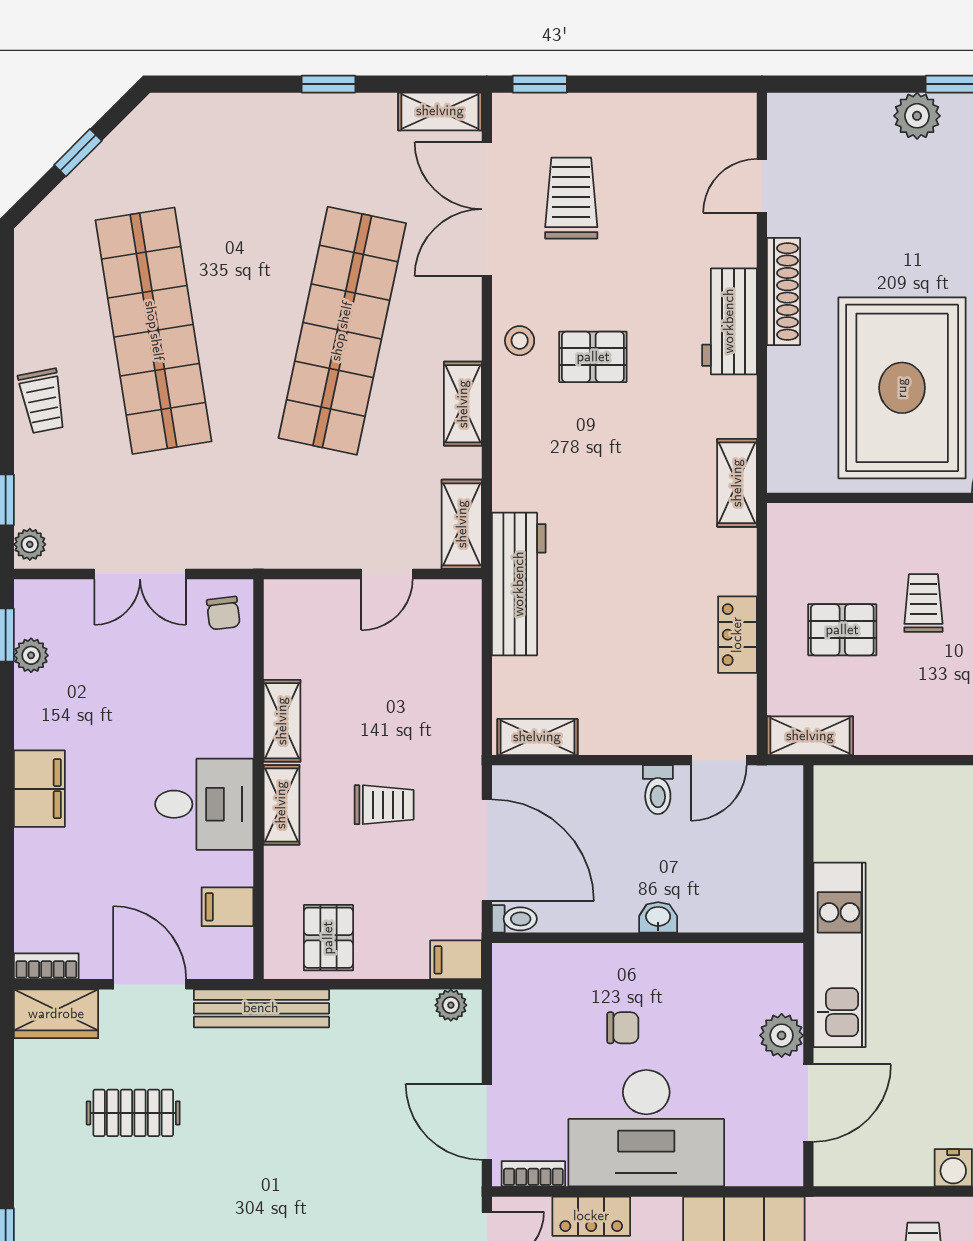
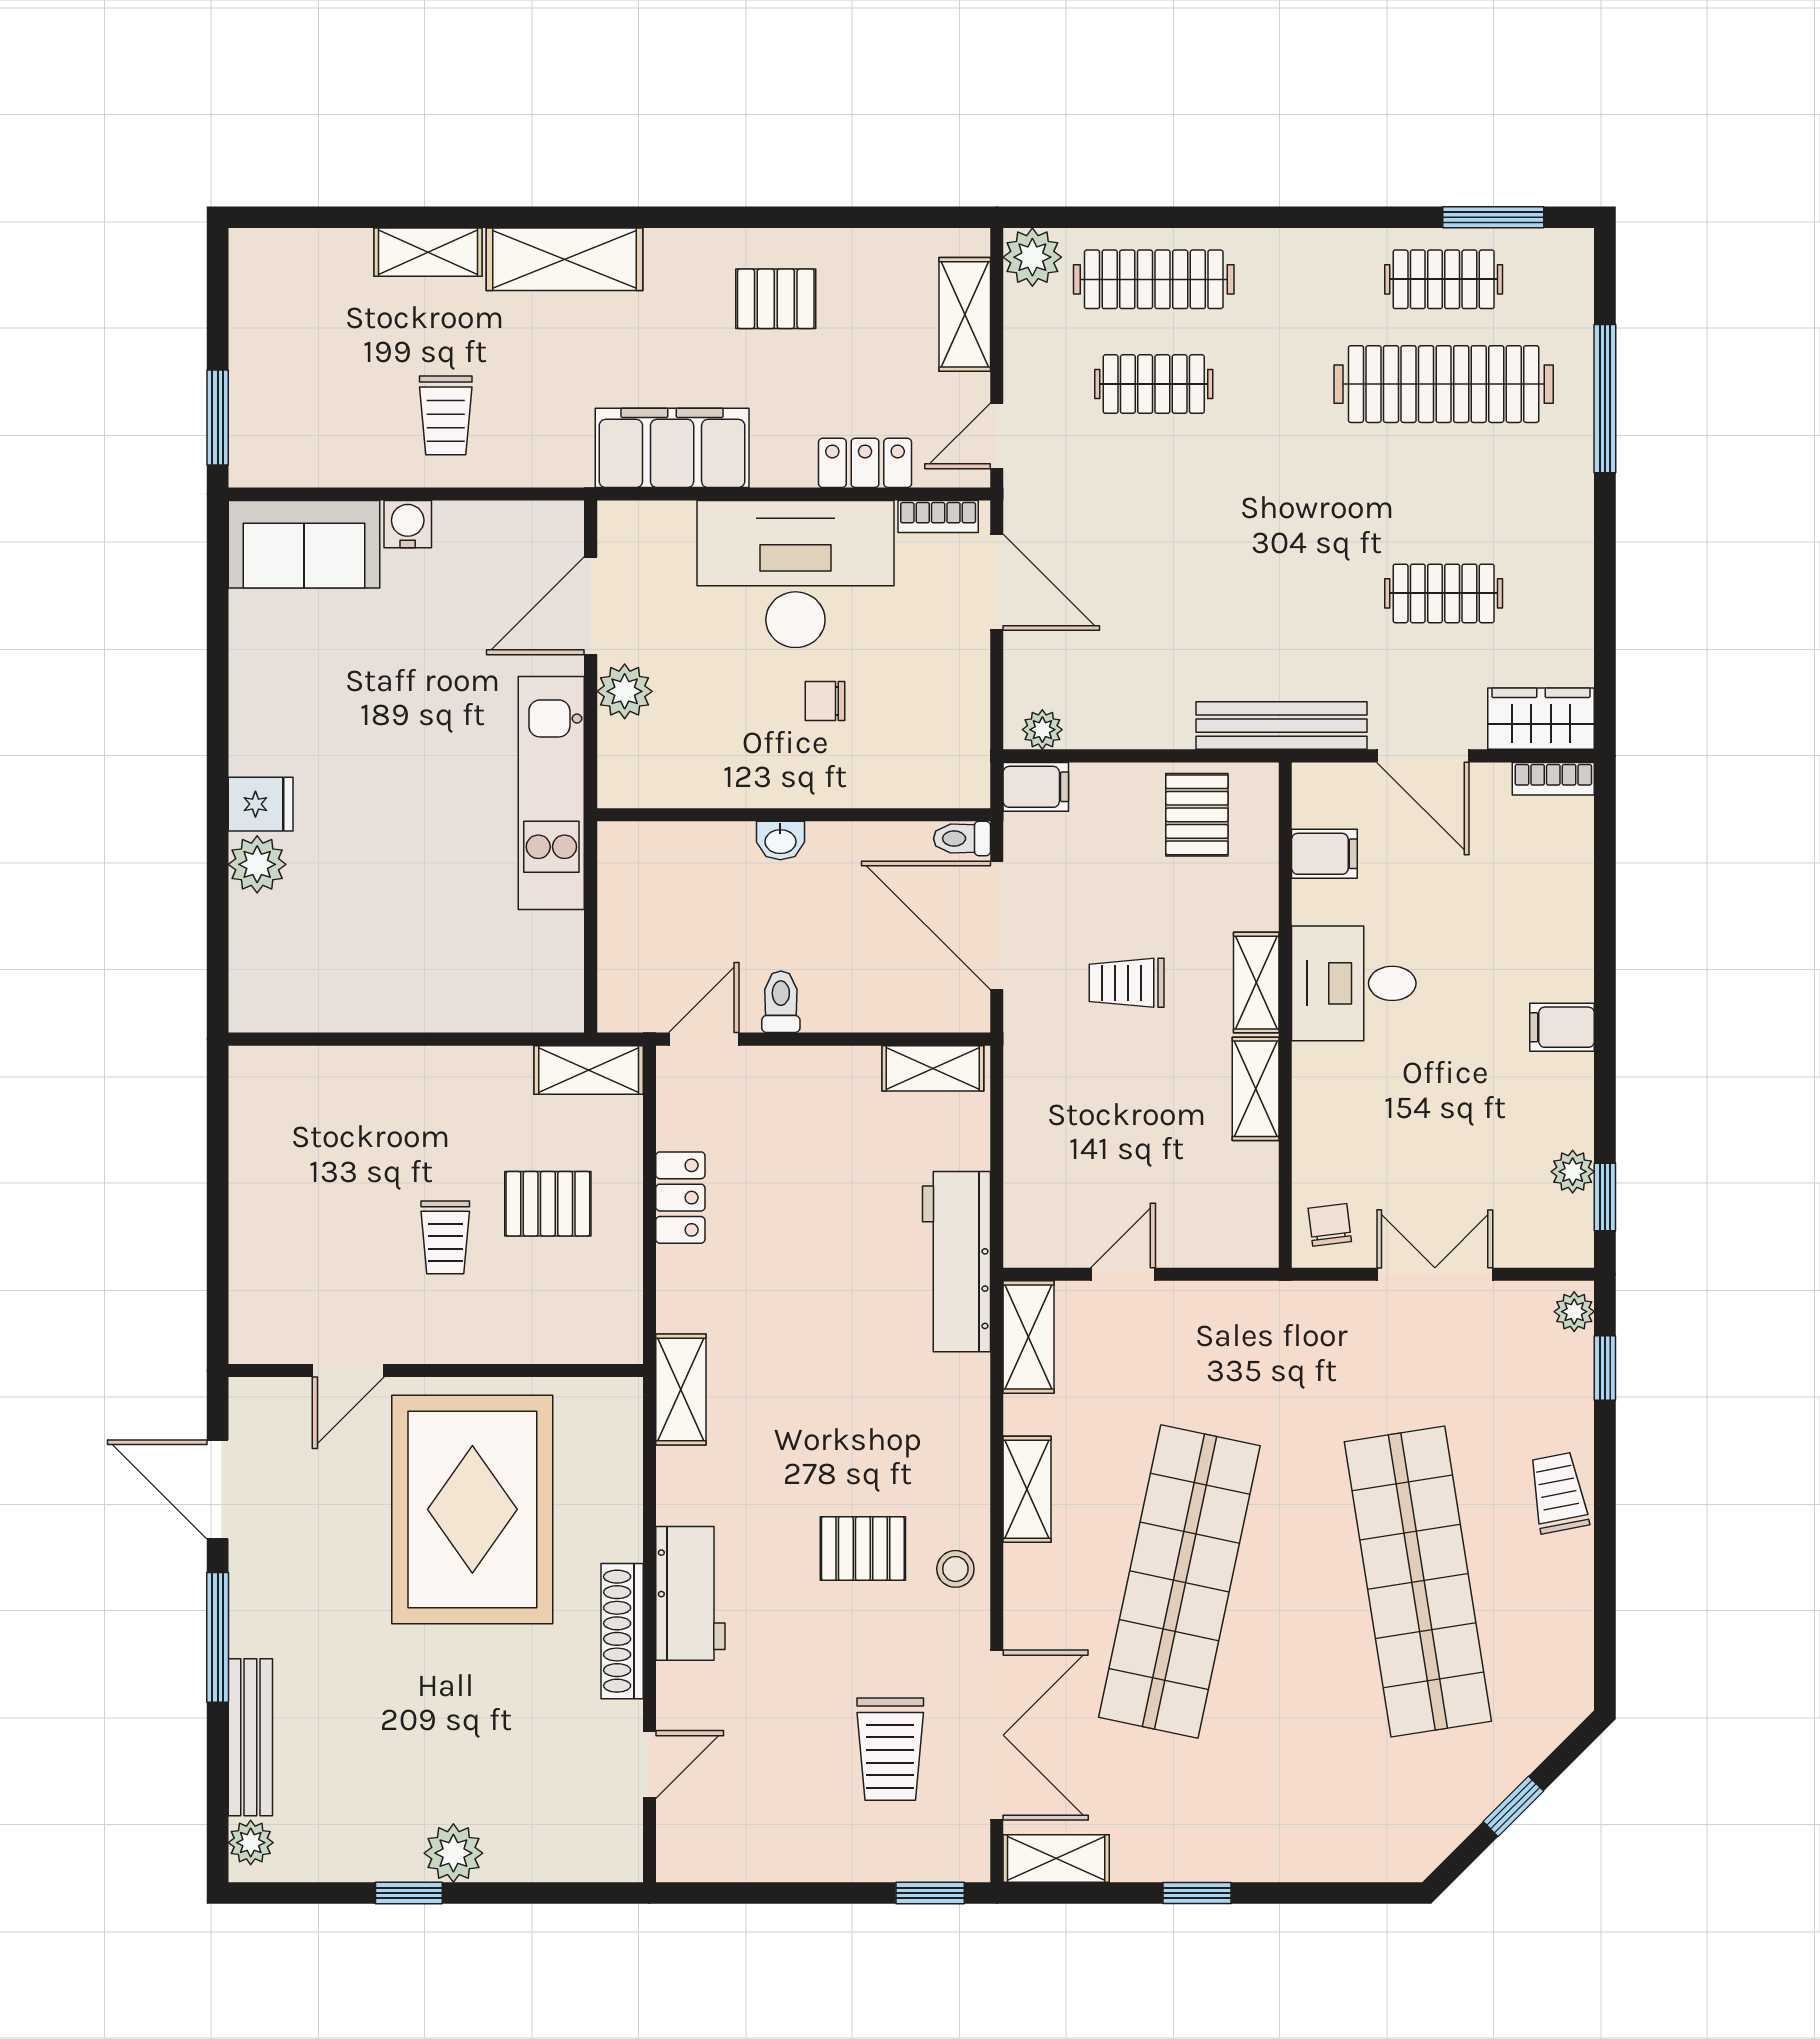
filing cabinet: (39, 789) -> (1562, 1027), width x0.50

